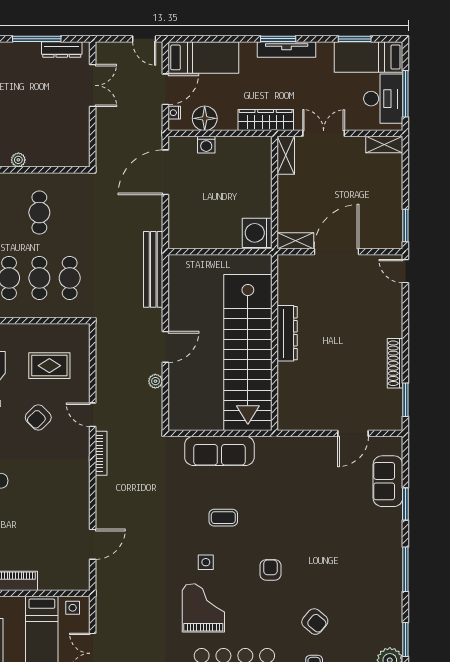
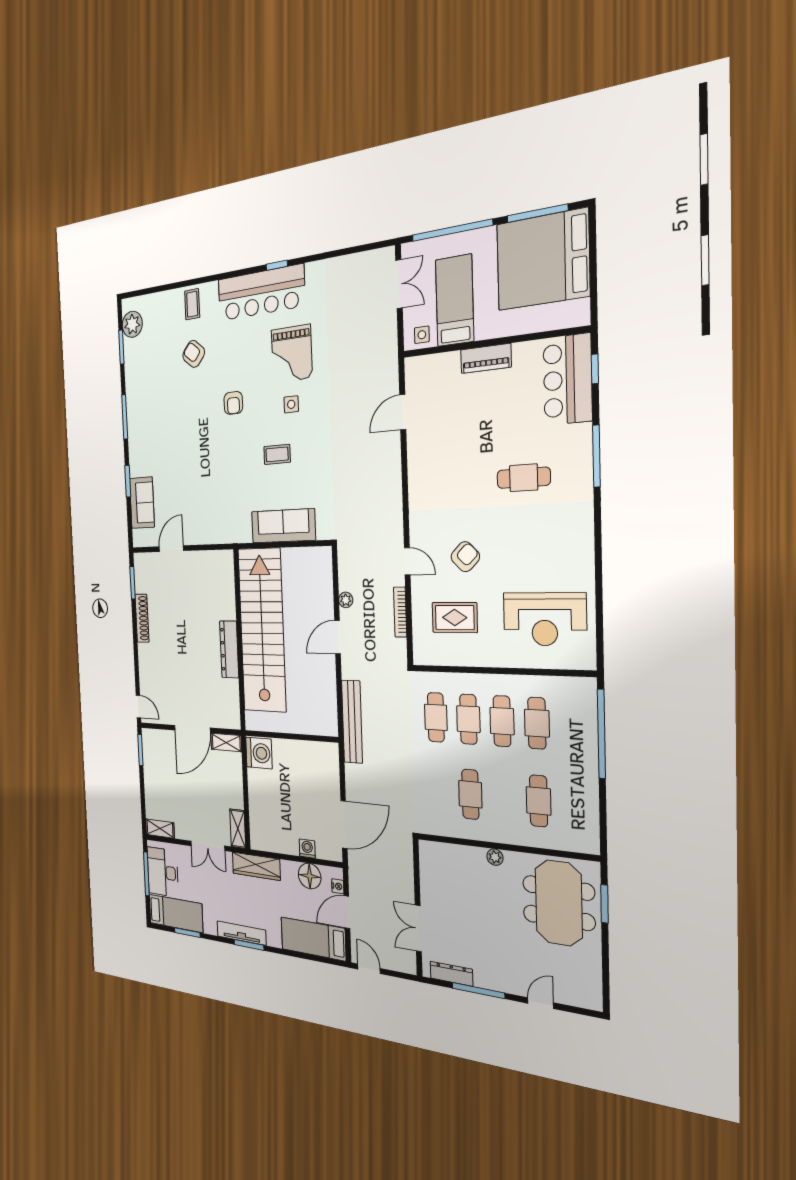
bookcase: (101, 453) -> (400, 612), moved

